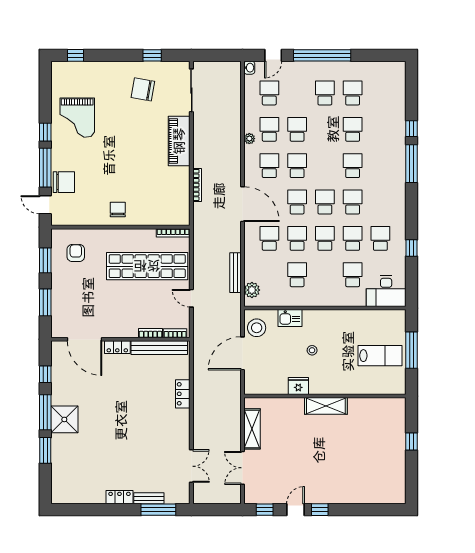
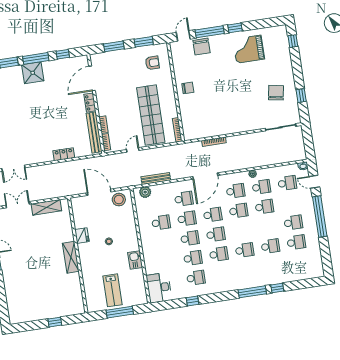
piano: (179, 141) -> (243, 124), removed
school desk: (353, 275) -> (167, 262), removed
kitchen sink: (290, 318) -> (135, 260), moved

